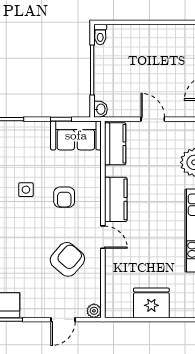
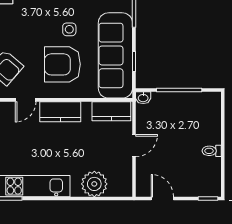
toilet: (100, 34) -> (212, 151), moved
sofa: (76, 135) -> (115, 55), width x1.85, depth x1.27
armchair: (64, 197) -> (62, 64), width x1.88, depth x1.88

